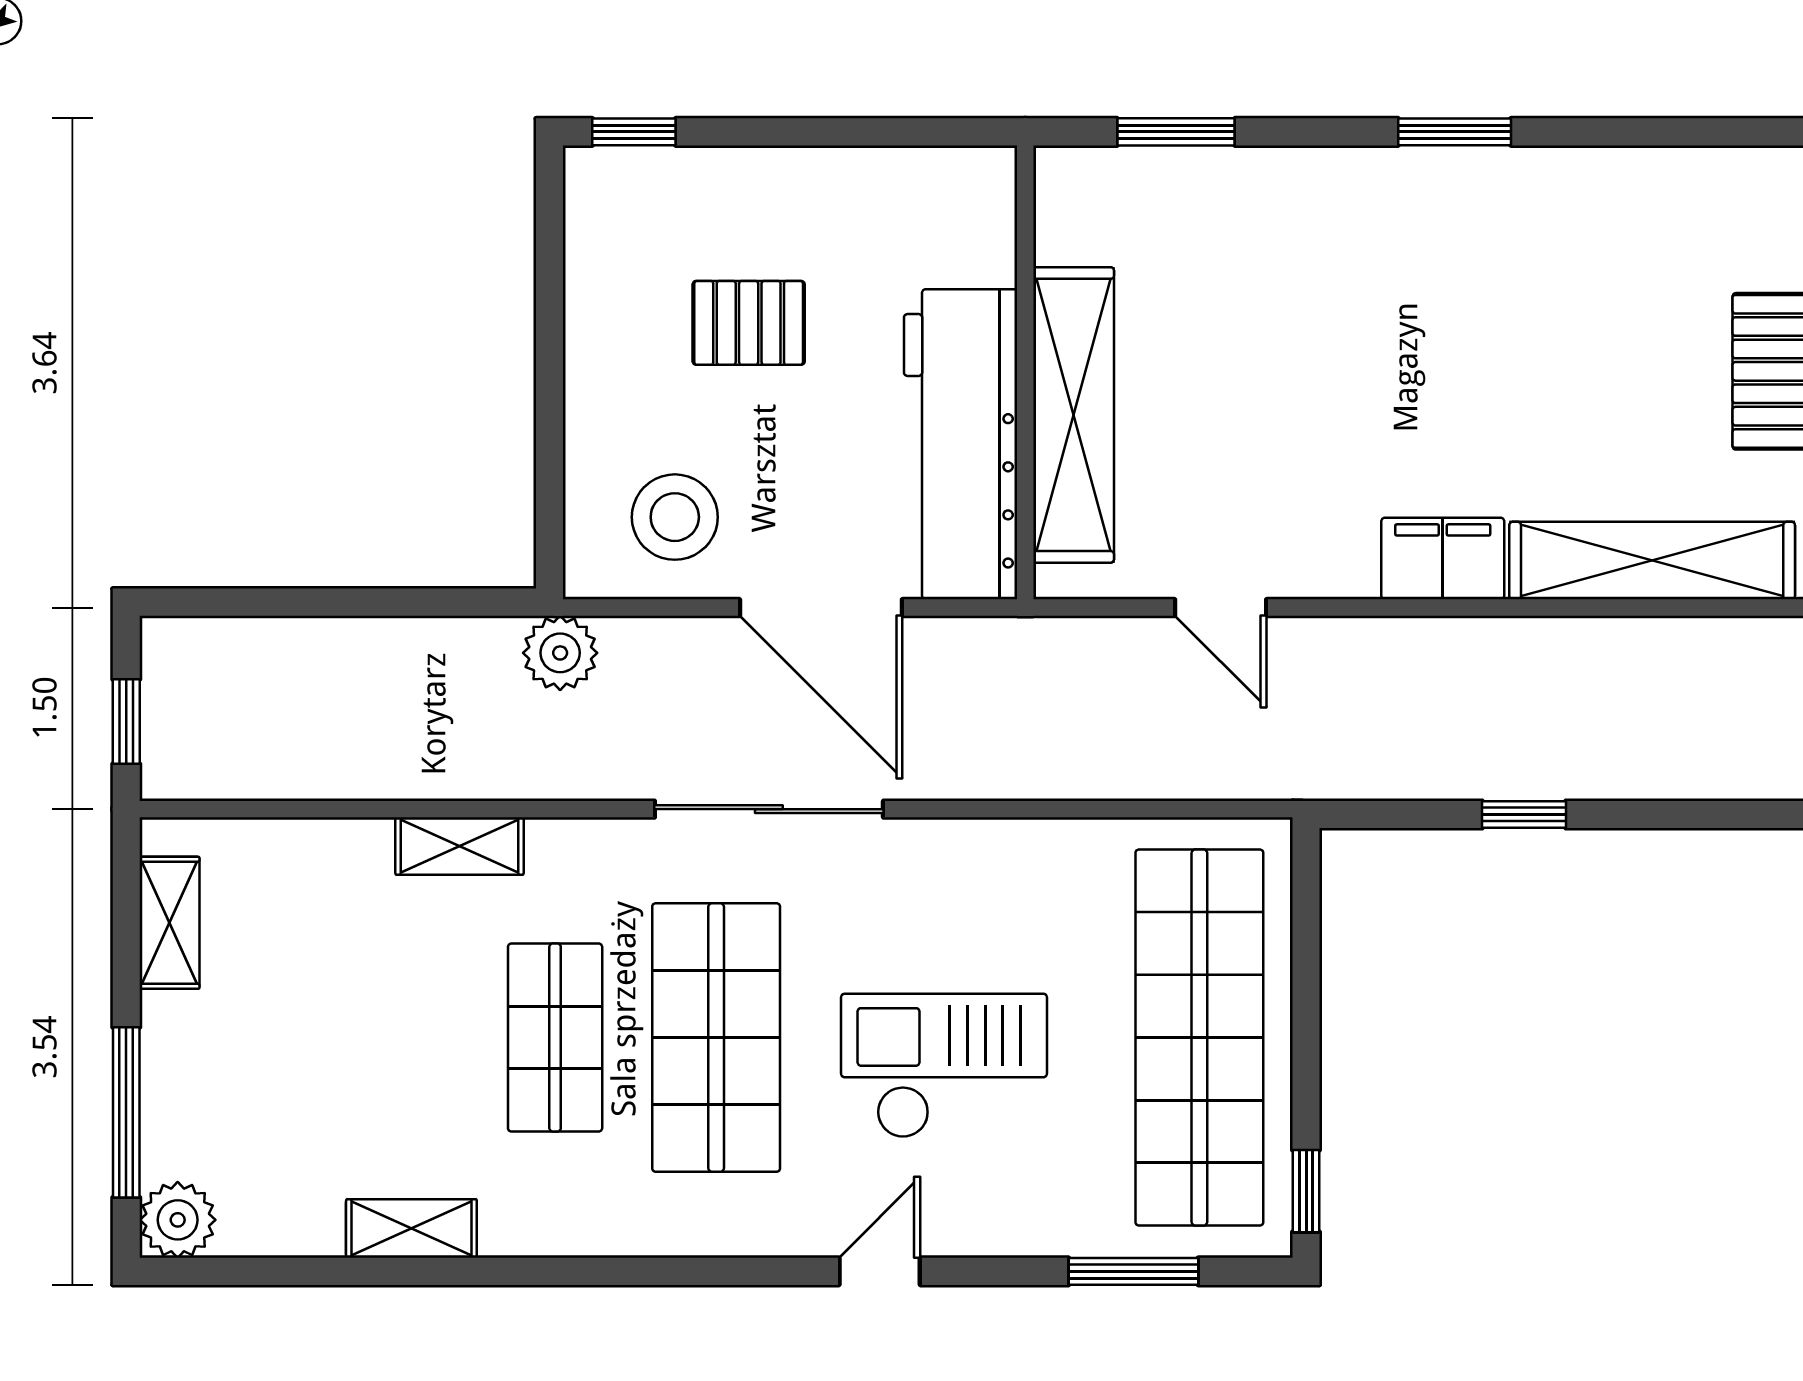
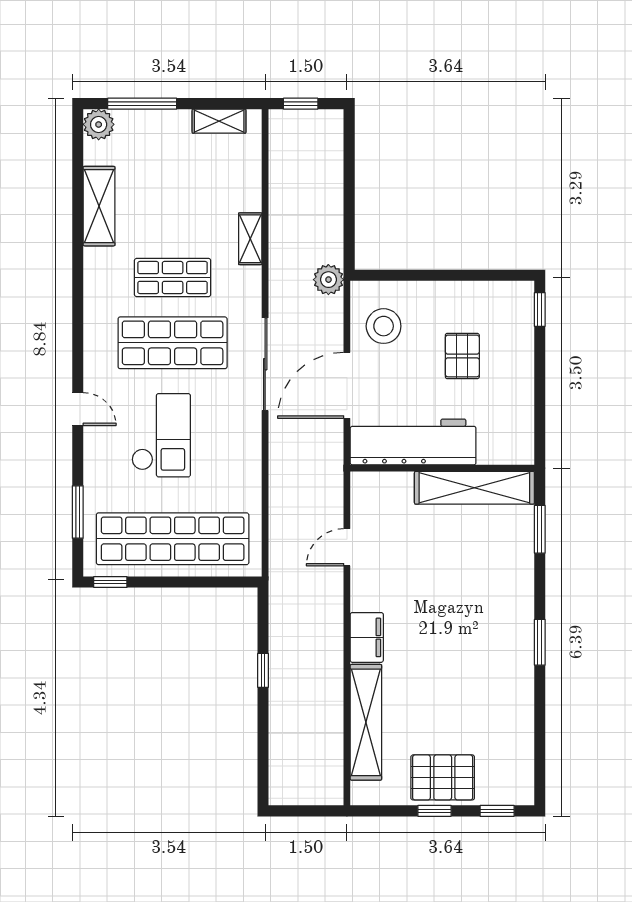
shelving: (1074, 415) -> (474, 488), moved
shelving: (411, 1229) -> (99, 206), width x1.50, depth x1.33

